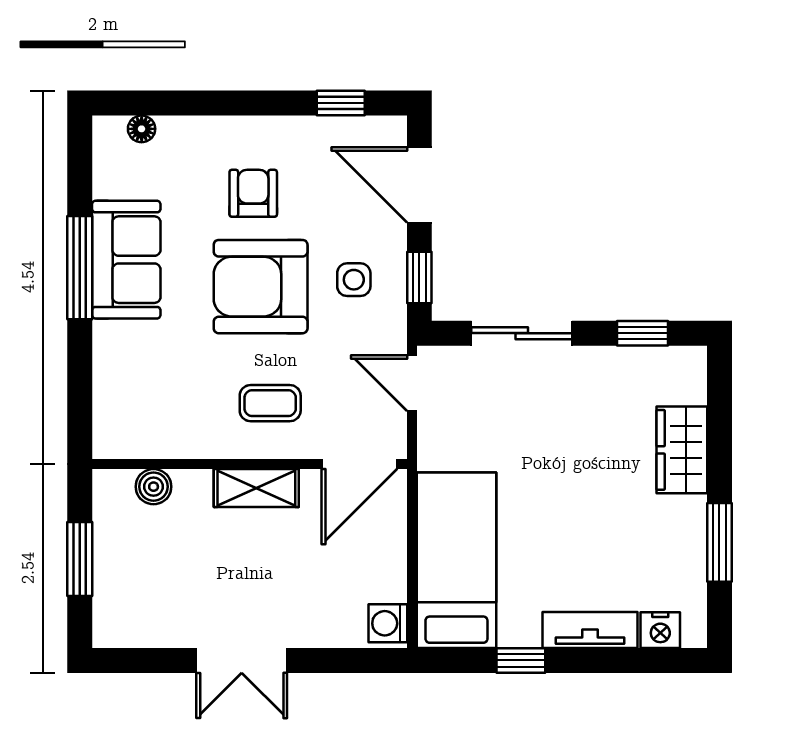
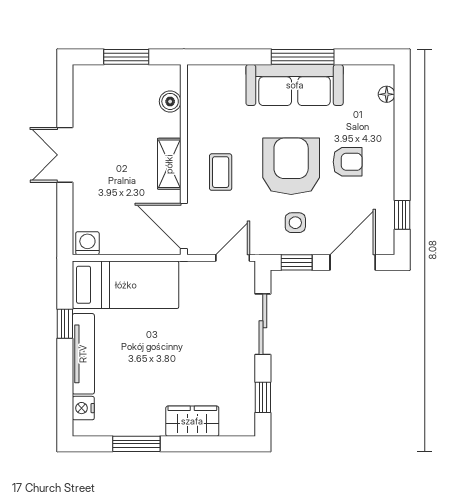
sofa: (126, 260) -> (295, 85), width x1.36
tv unit: (590, 630) -> (83, 354), width x1.41

